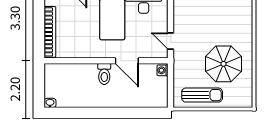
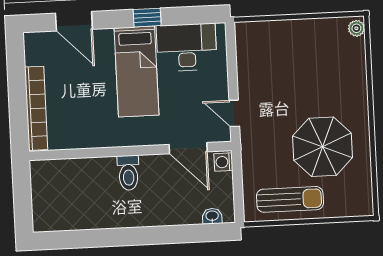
door: (127, 61) -> (188, 148), moved
washbasin: (50, 103) -> (212, 216), moved

